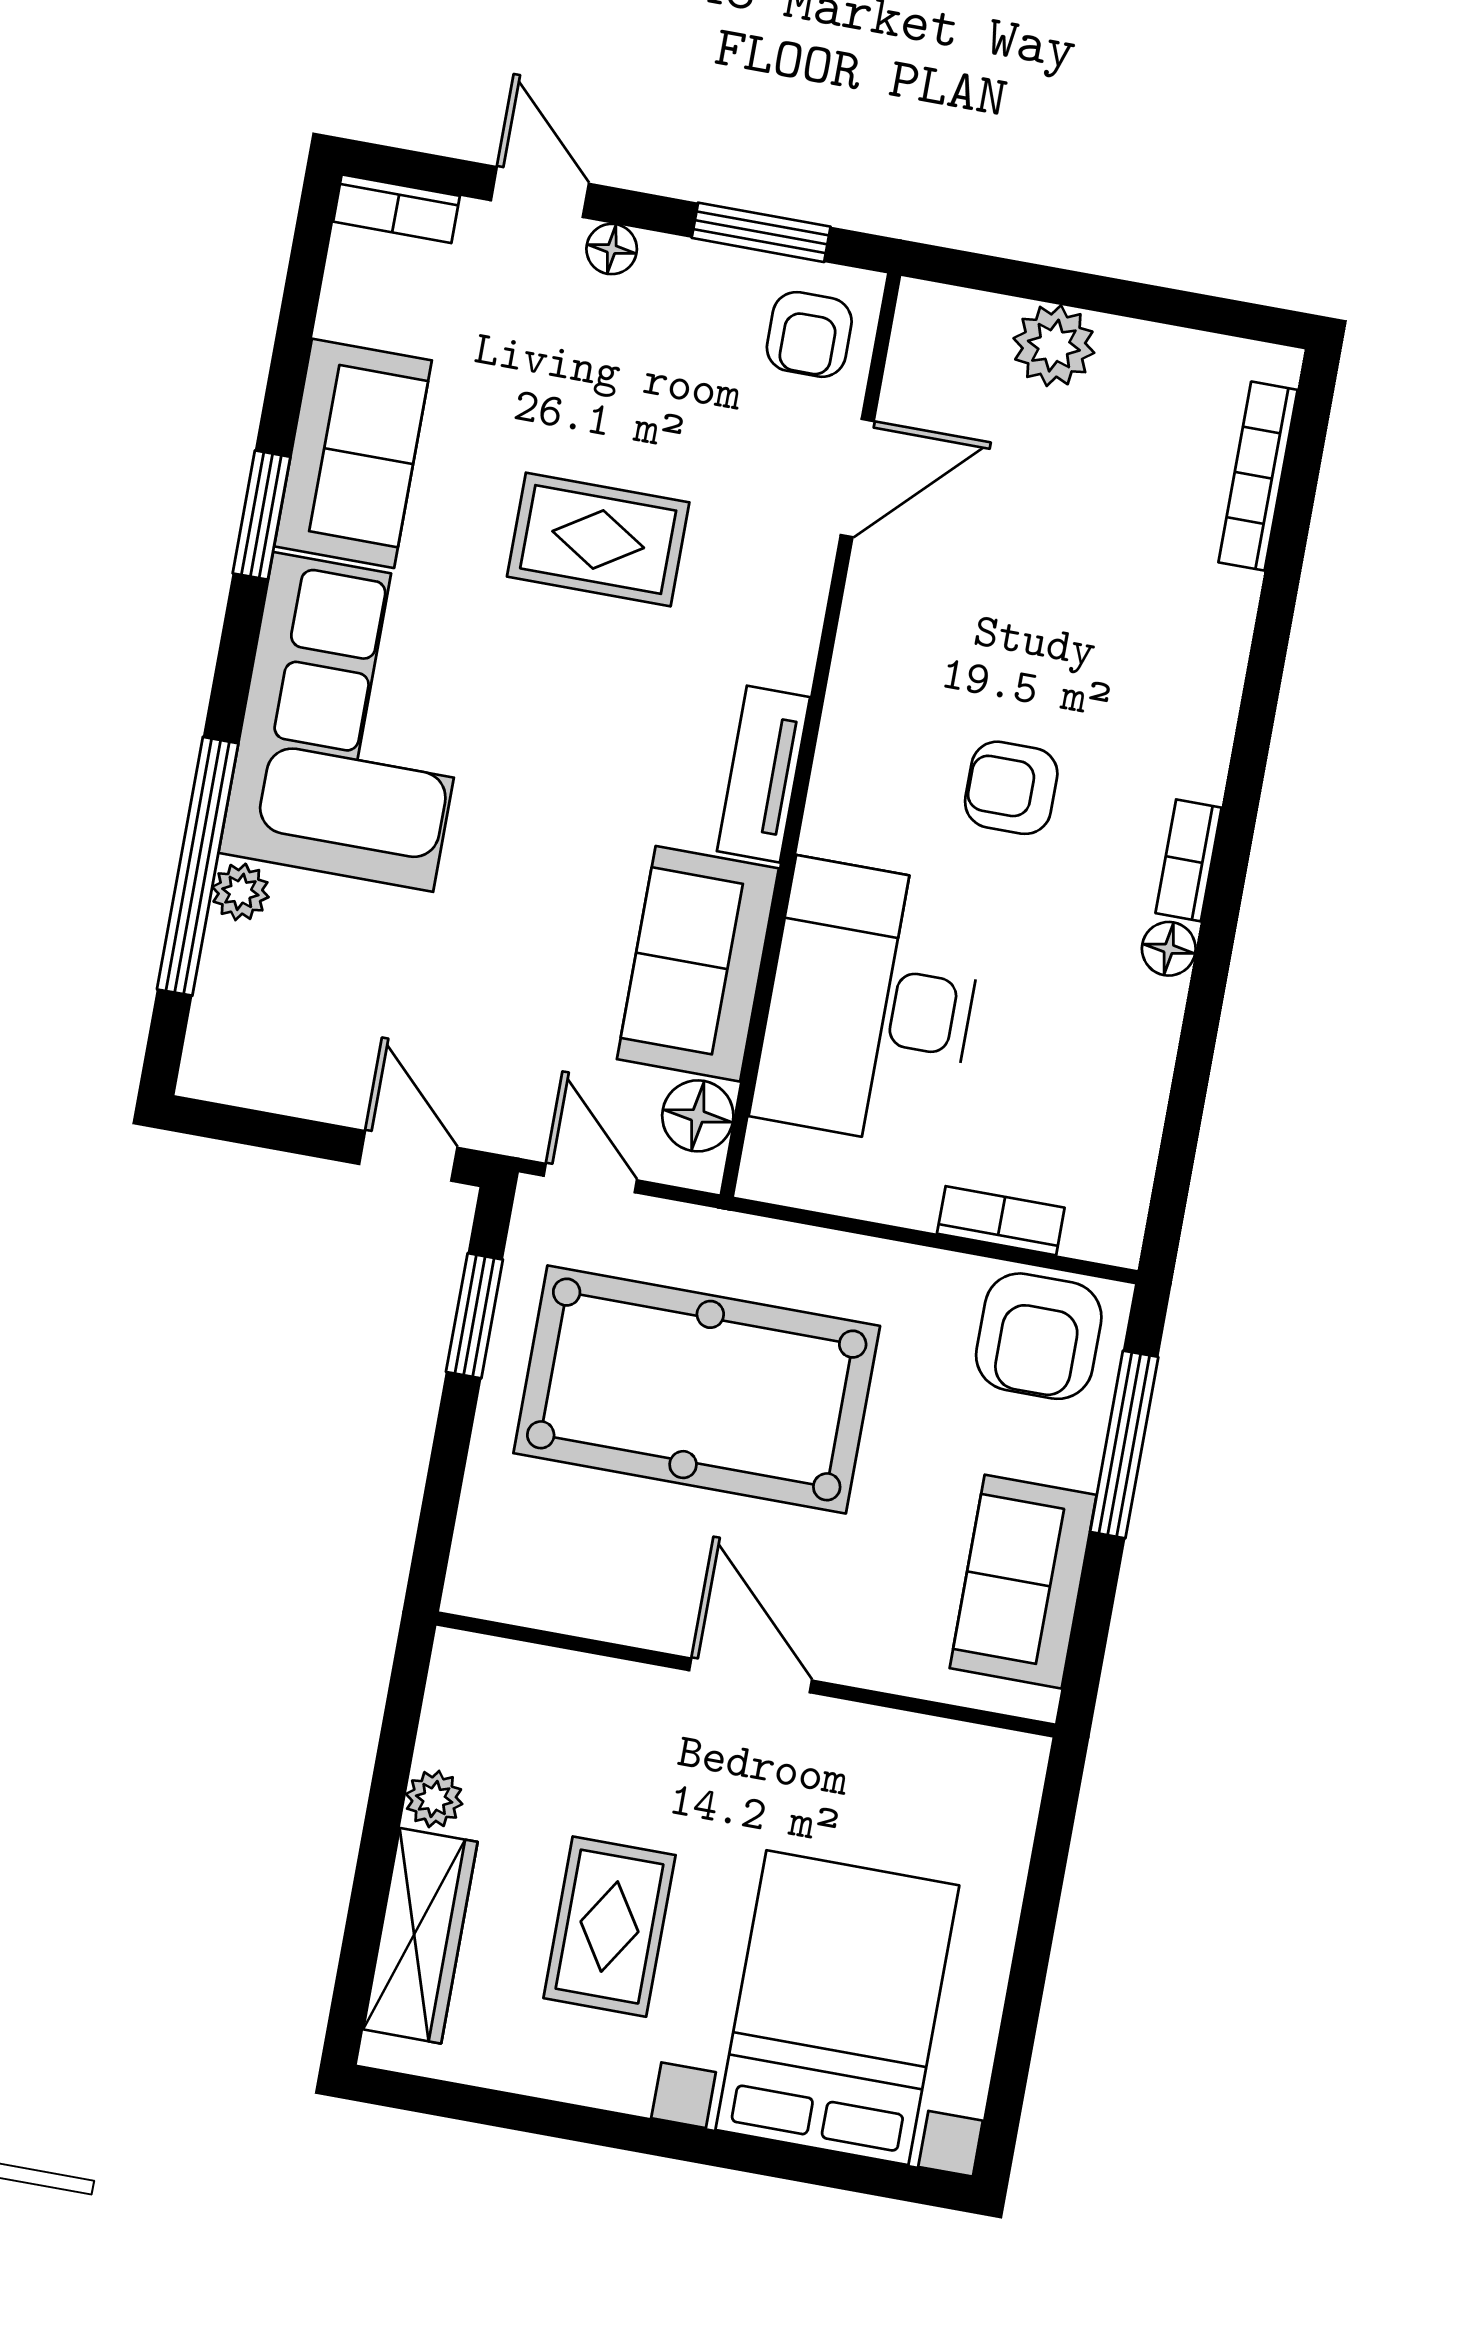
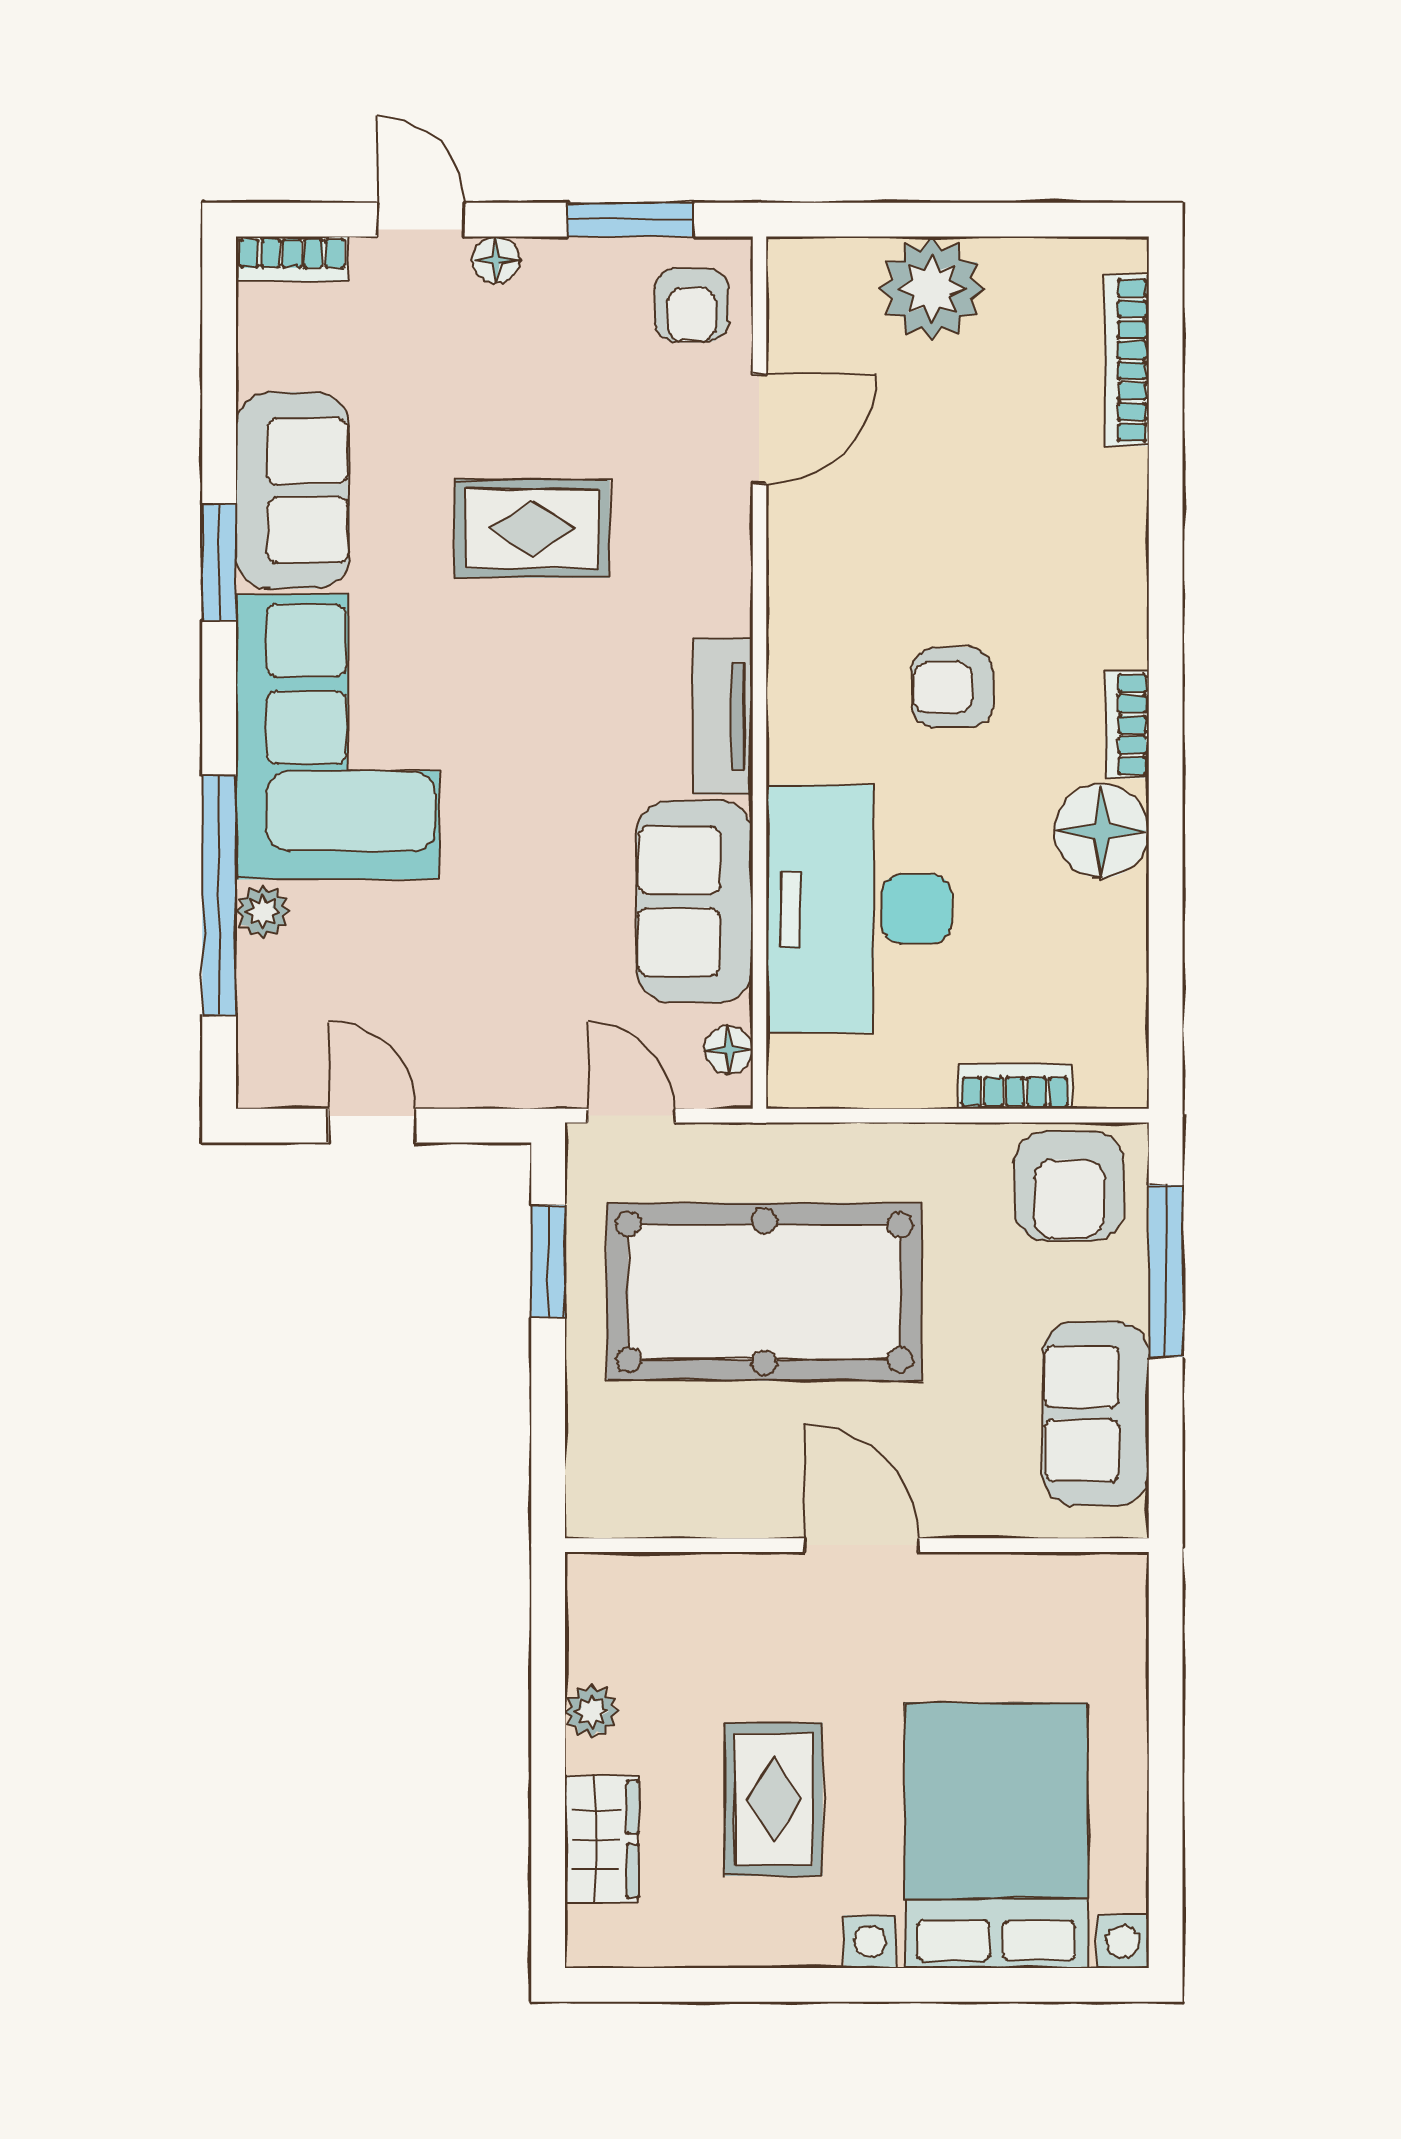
plant: (1054, 346) -> (932, 289), width x1.36, depth x1.36
floor lamp: (1169, 949) -> (1102, 831), width x1.89, depth x1.89
floor lamp: (698, 1116) -> (729, 1050), width x0.73, depth x0.73
door: (408, 1156) -> (372, 1126), moved
wardrobe: (420, 1936) -> (602, 1839), width x0.67

